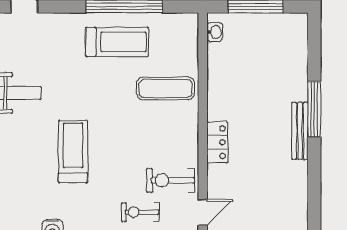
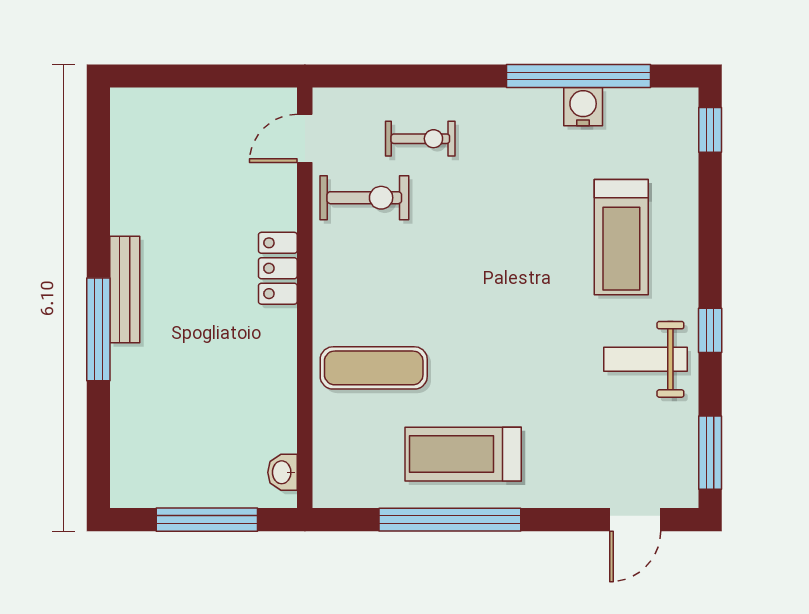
treadmill: (73, 152) -> (621, 237), moved

